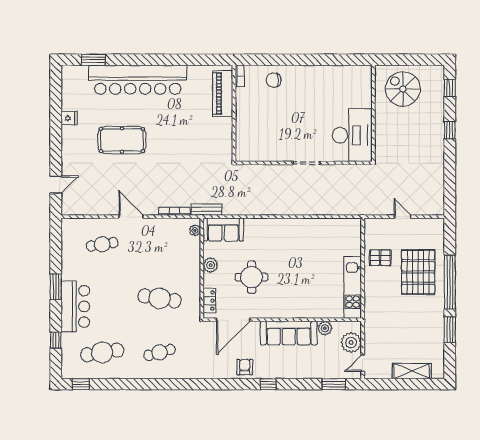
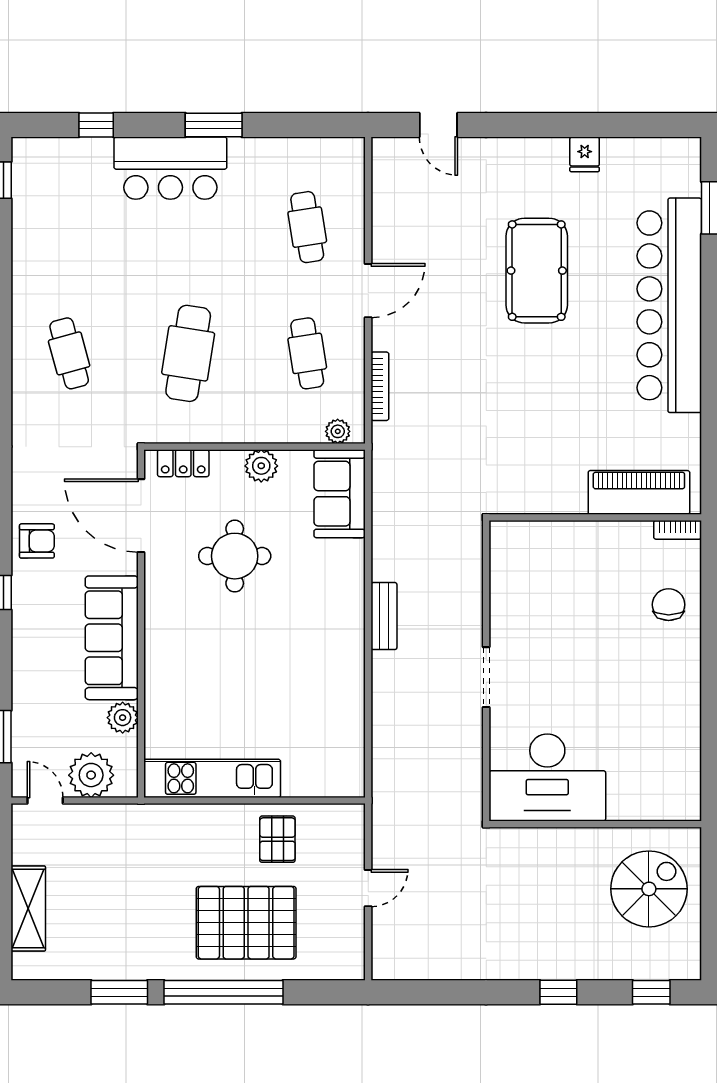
bench: (206, 209) -> (384, 616), moved
cafe table: (102, 352) -> (307, 353), moved, width x0.73, depth x0.74

